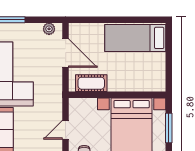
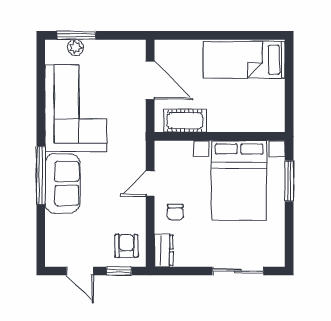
plant: (49, 29) -> (75, 48), moved

